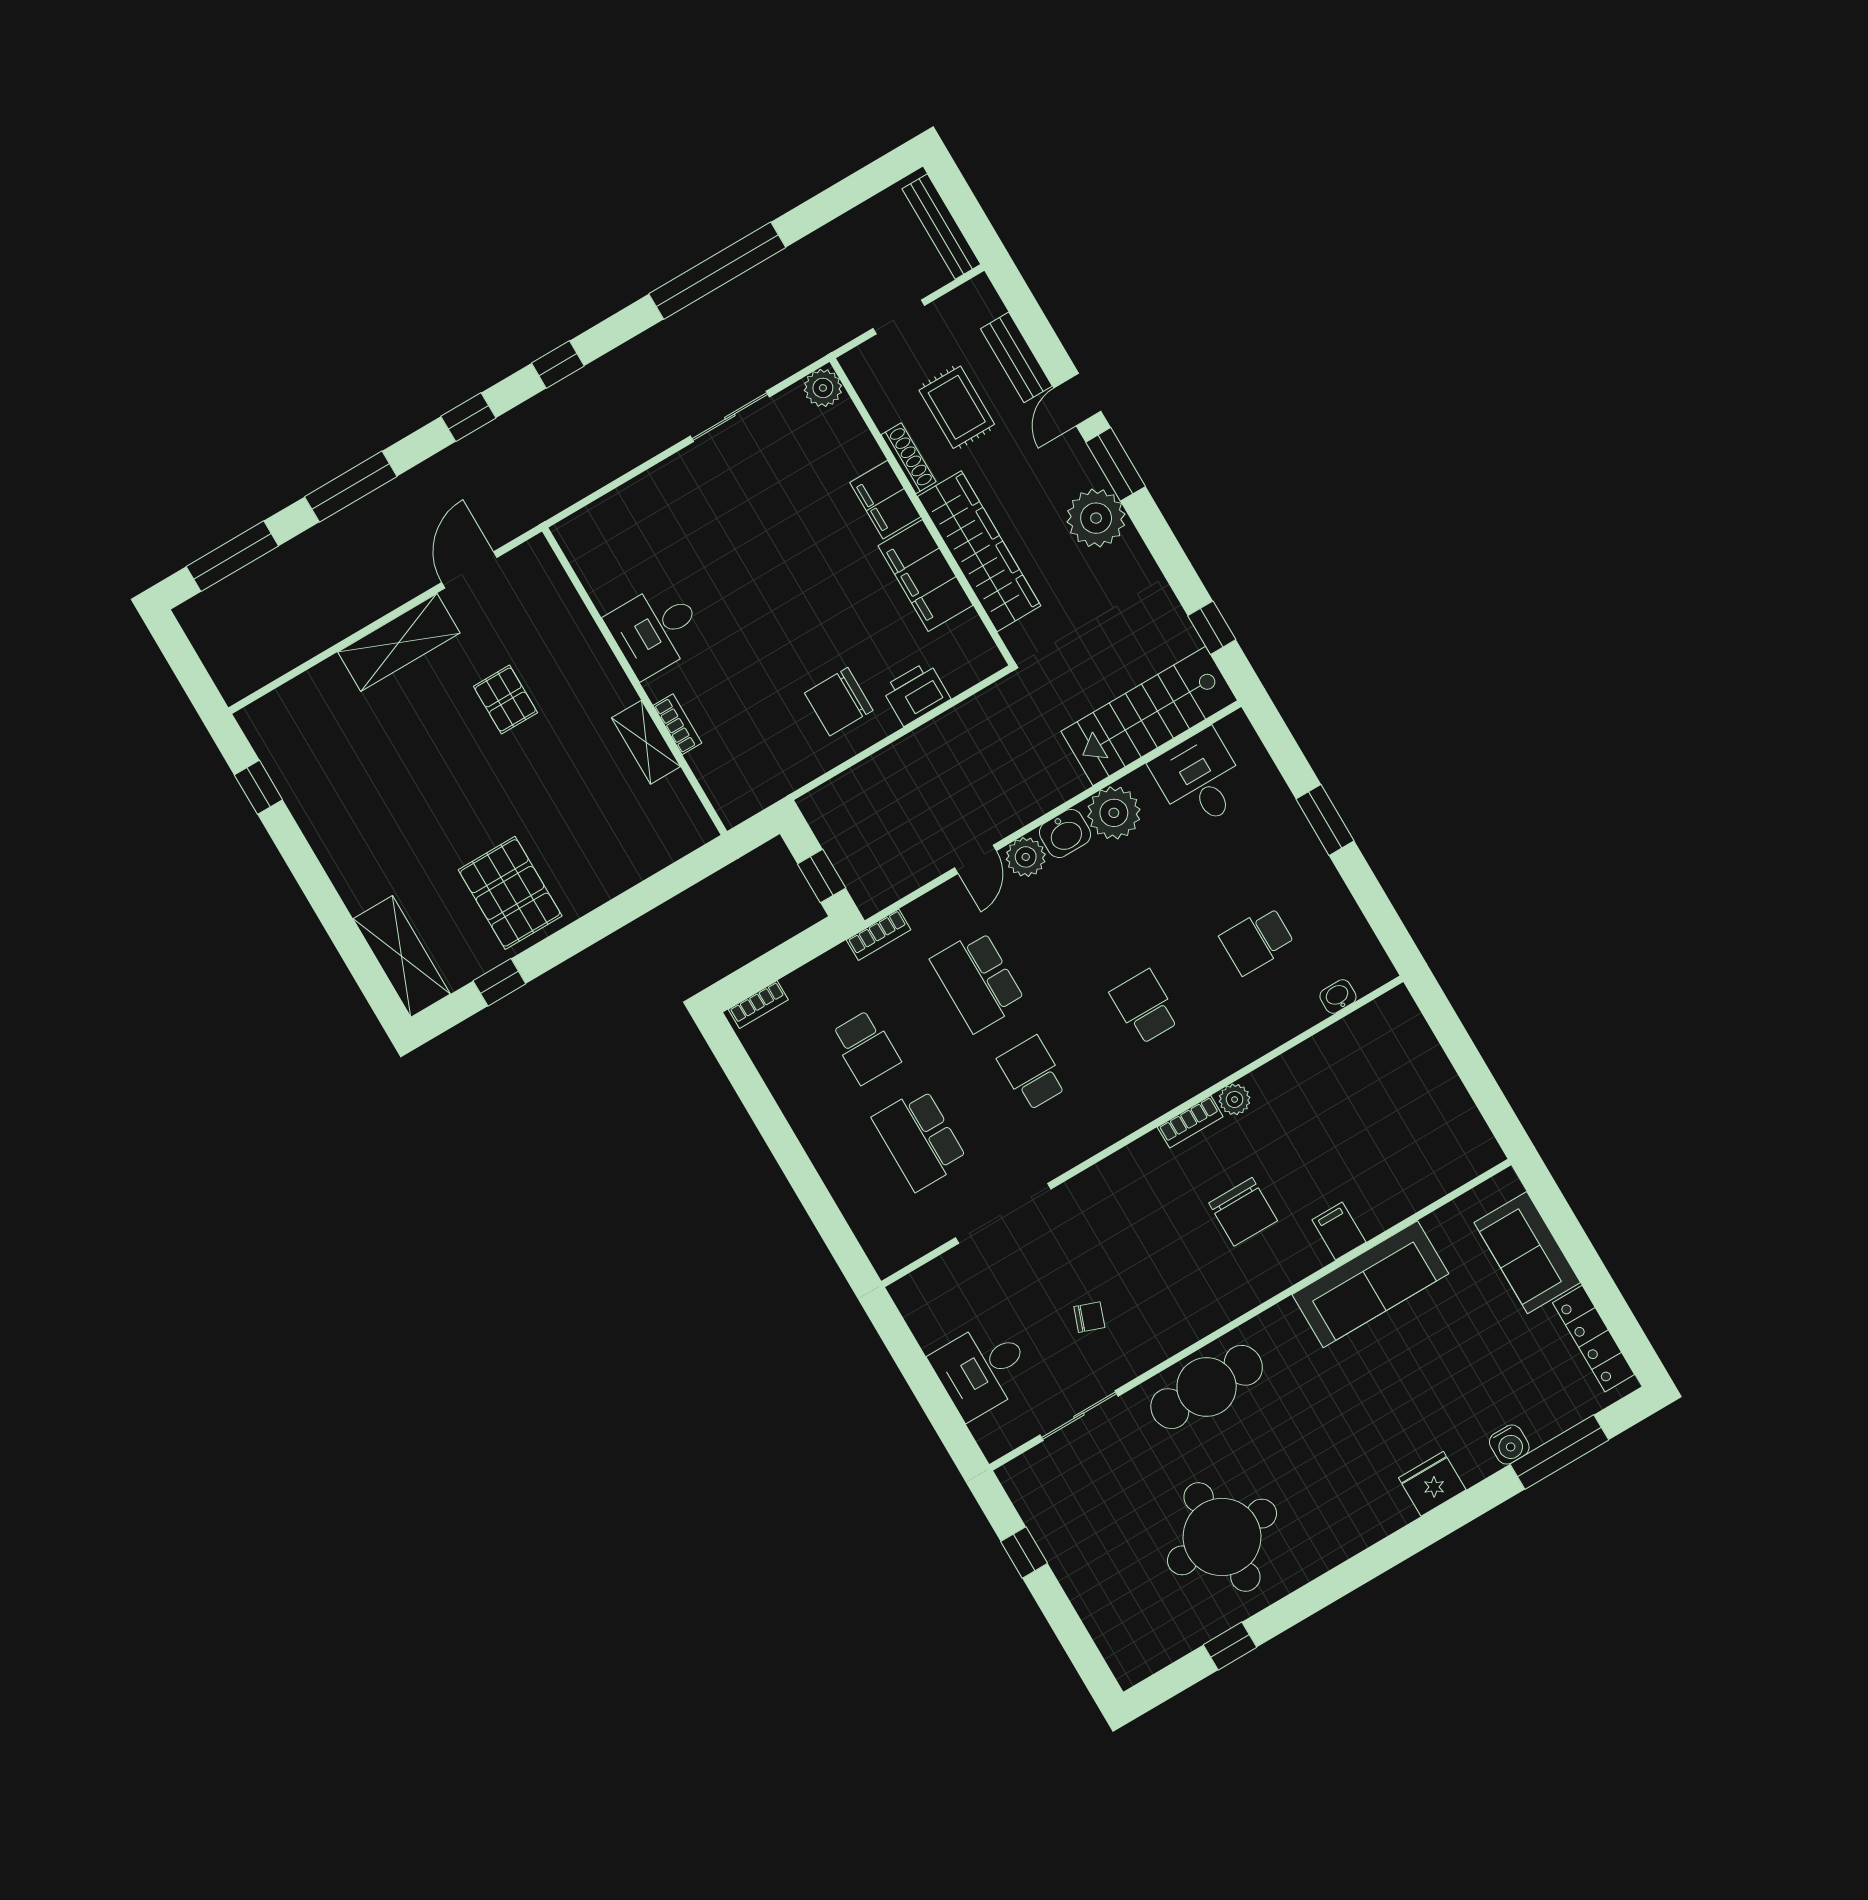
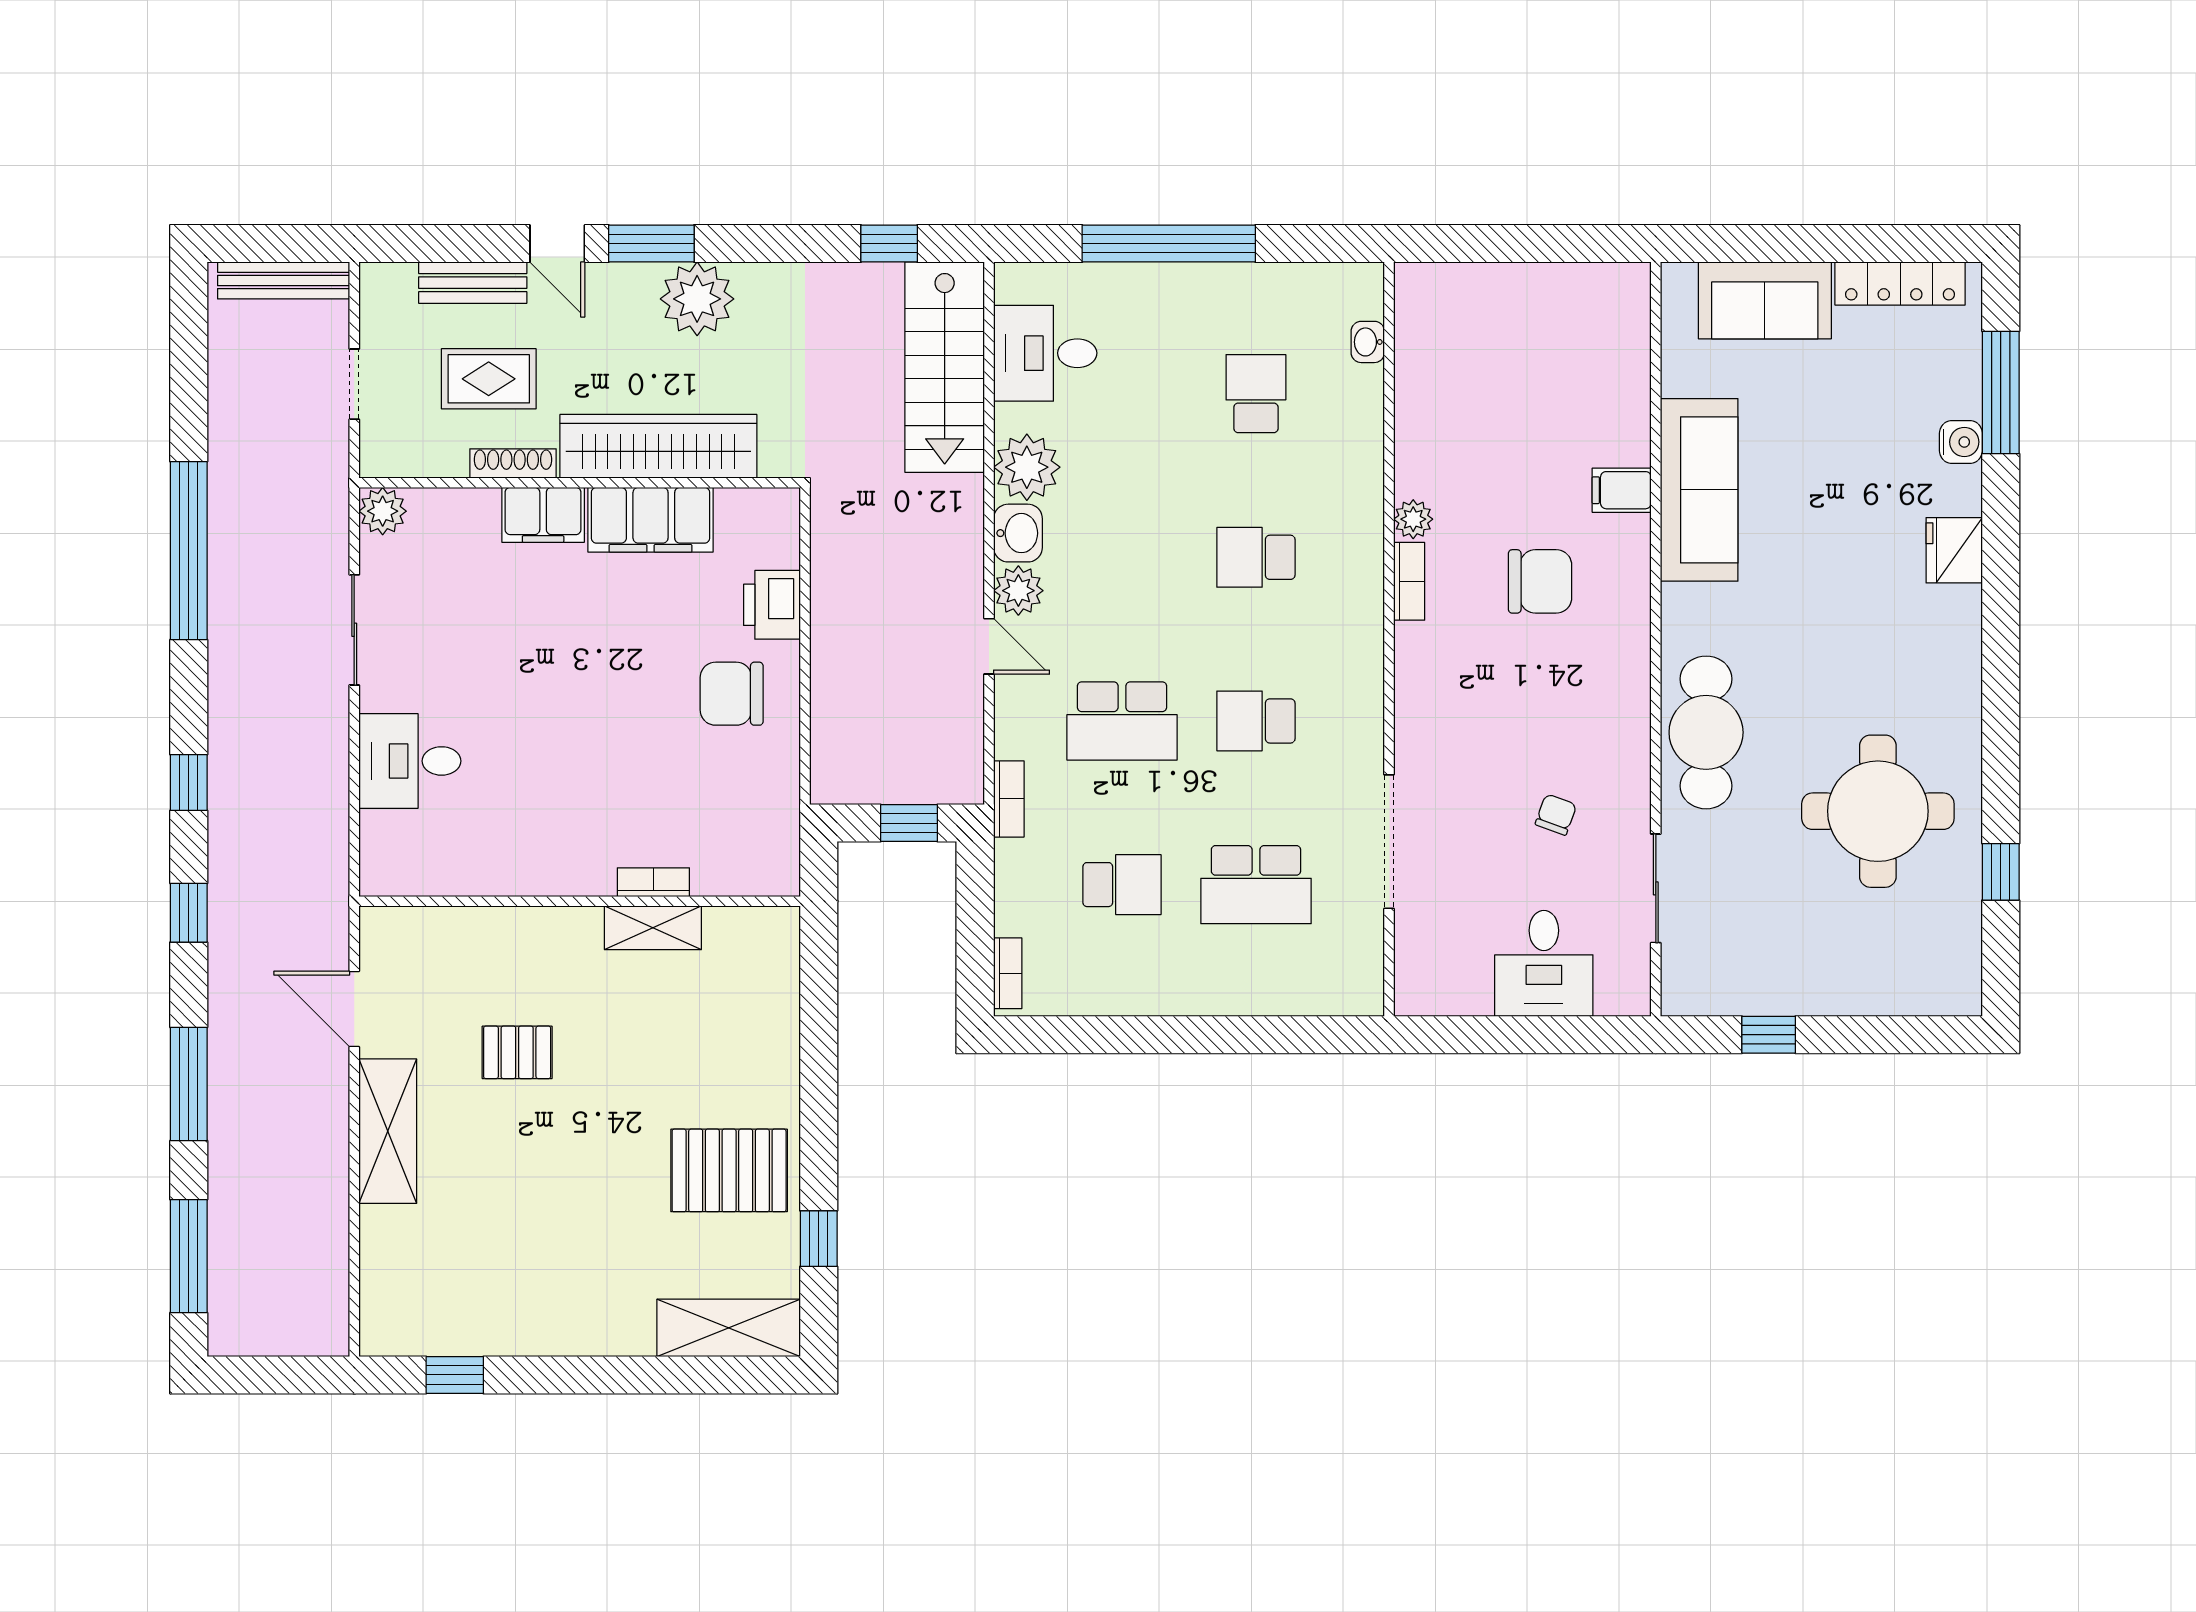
desk: (656, 630) -> (410, 761), moved, turned 90
chair: (839, 702) -> (732, 694), turned 90
window: (1325, 820) -> (1169, 244), width x2.11
school desk: (1257, 941) -> (1256, 394), turned 180

